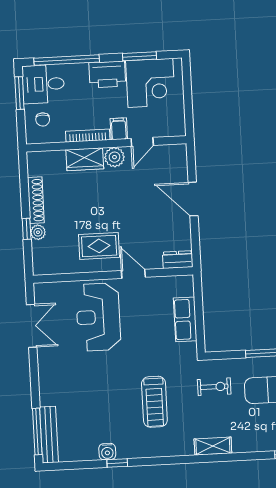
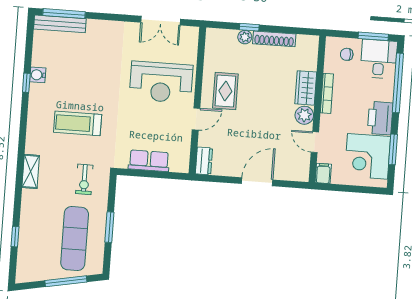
filing cabinet: (119, 129) -> (323, 173), moved, turned -90
reception desk: (98, 317) -> (161, 82), turned 180

